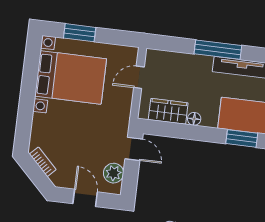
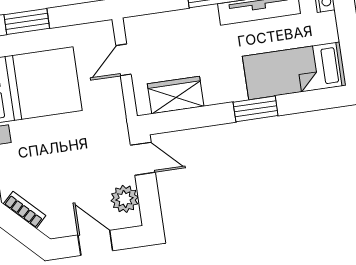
floor lamp: (194, 119) -> (214, 96), removed
window: (242, 138) -> (256, 109), moved

